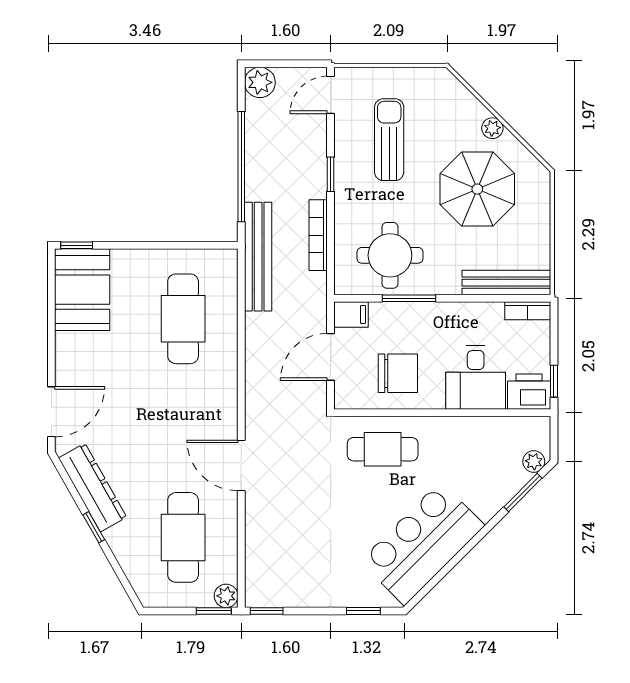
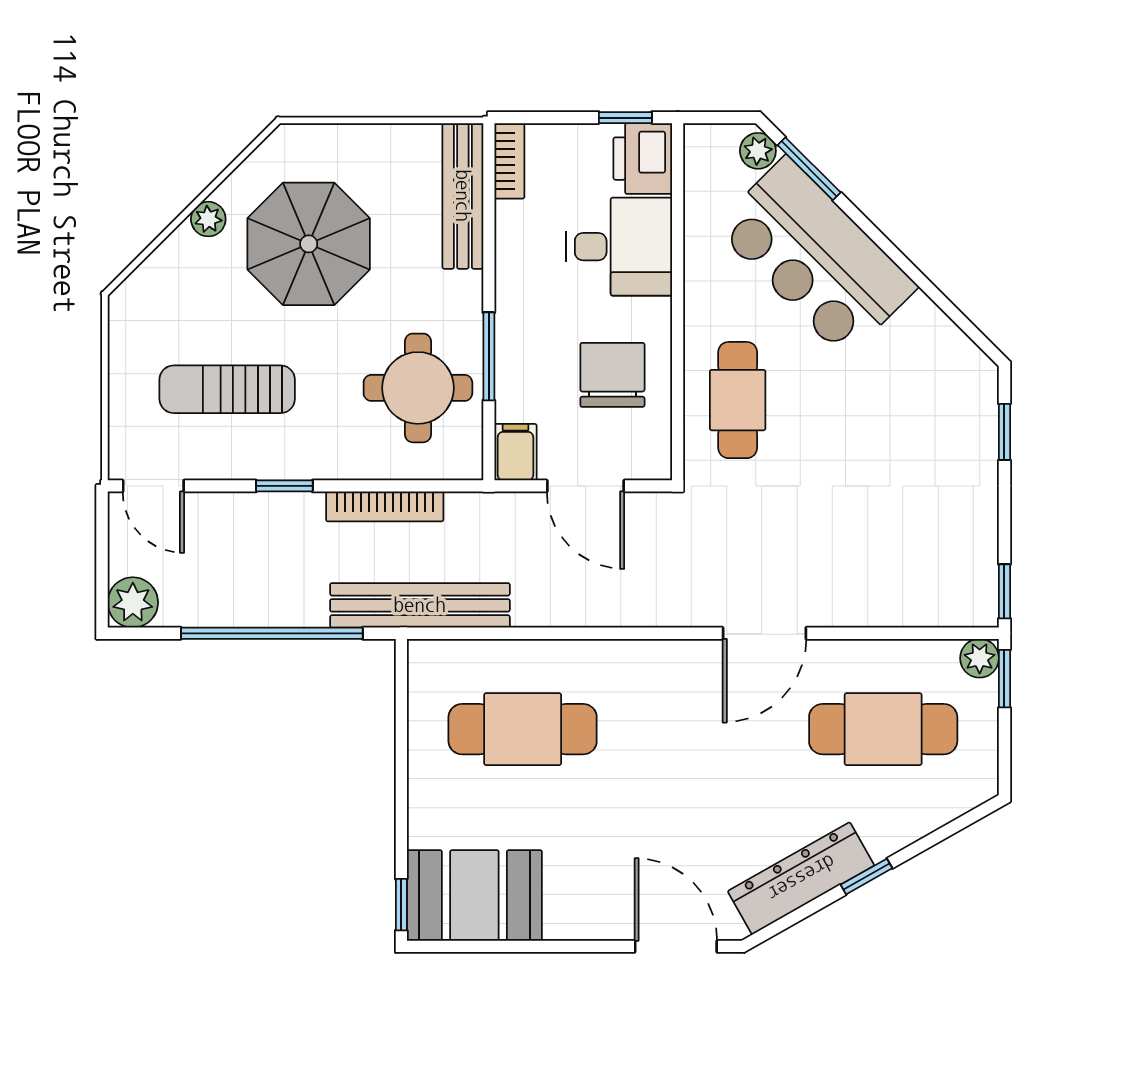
bar counter: (422, 543) -> (816, 257), moved

